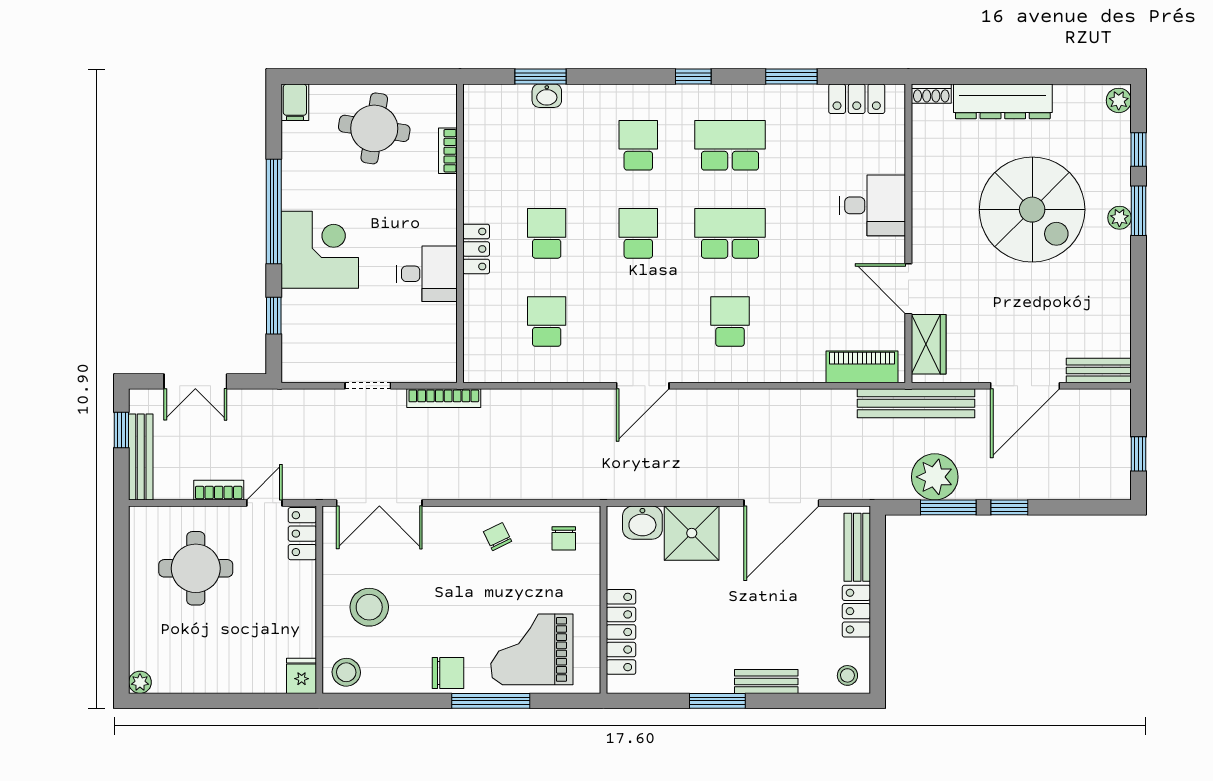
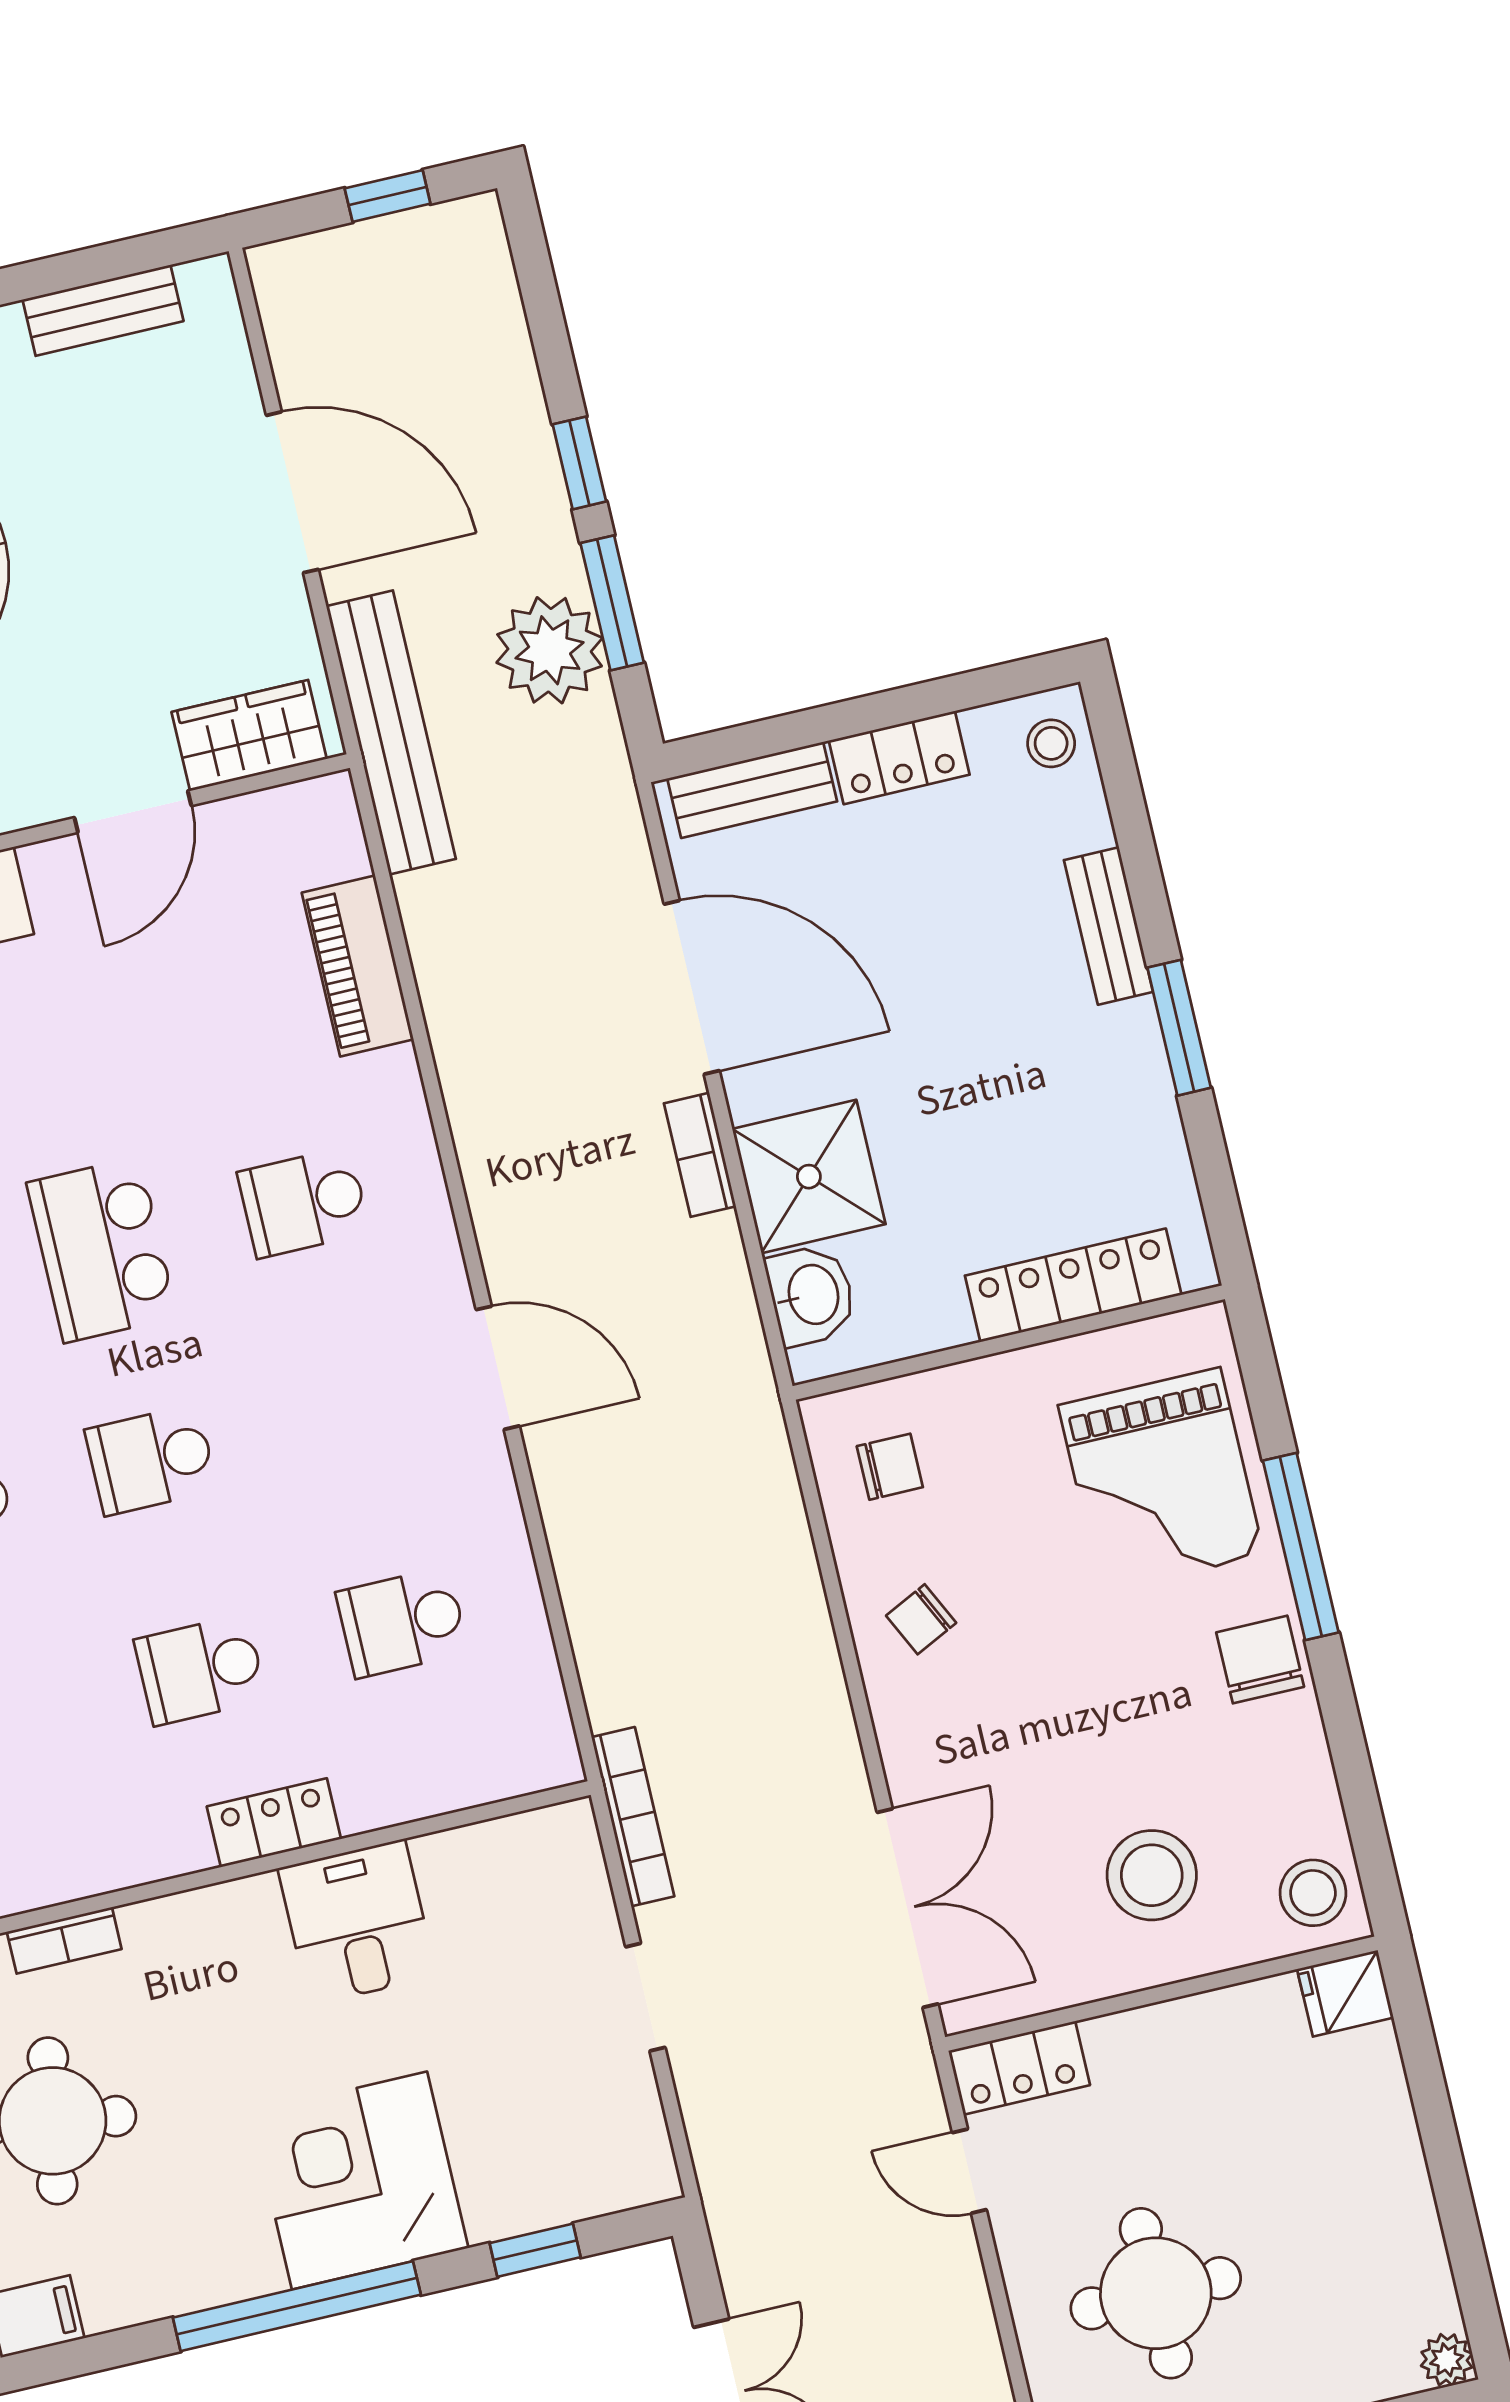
piano: (862, 367) -> (358, 966), moved
bench: (1099, 370) -> (103, 310), moved, turned 90
bookcase: (219, 490) -> (700, 1155), moved

